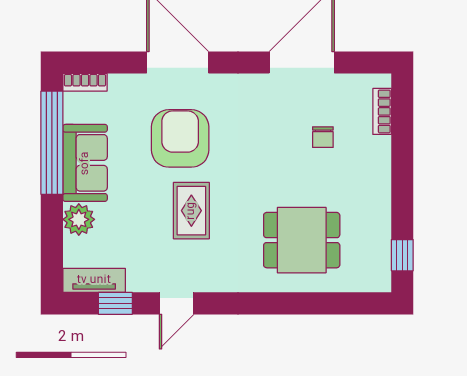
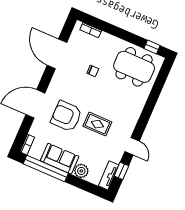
chair: (323, 137) -> (93, 71), moved
dining table: (302, 240) -> (134, 67), moved, width x1.38

